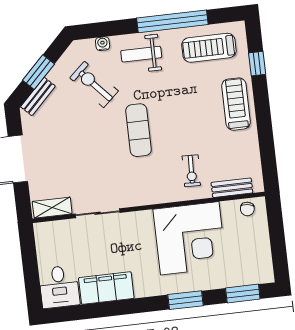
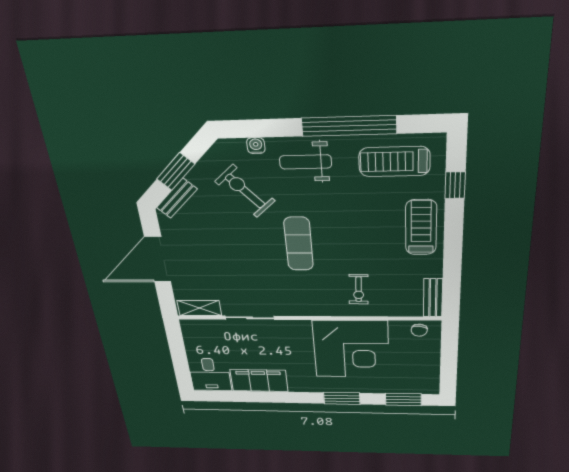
bench: (232, 188) -> (433, 298), moved, turned 90

